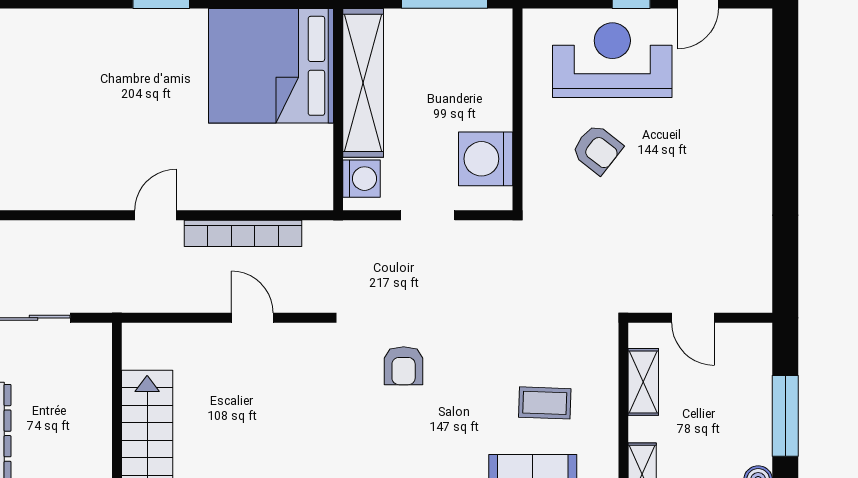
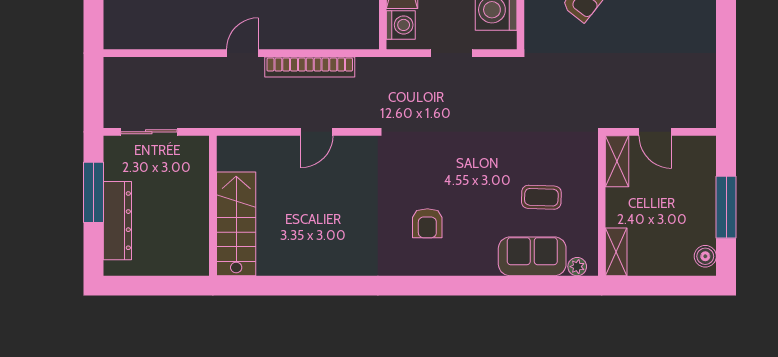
door: (252, 318) -> (317, 132), swing flipped
armchair: (404, 366) -> (427, 223), moved
shelving: (643, 382) -> (617, 161), moved

